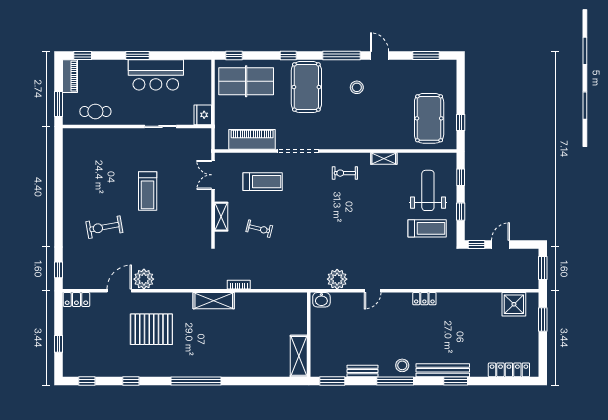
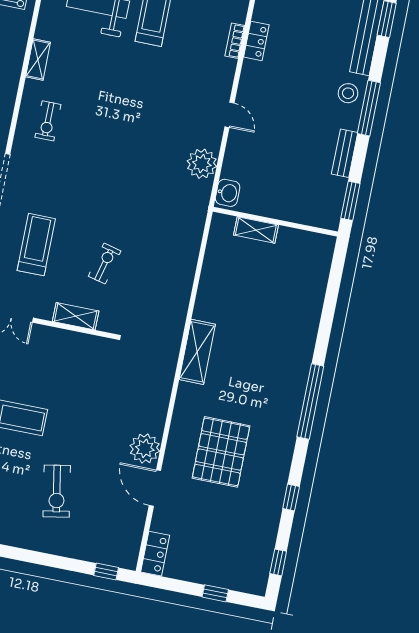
bookcase: (239, 285) -> (235, 41), moved
shelving: (299, 356) -> (256, 230), moved, width x0.67, depth x0.75

